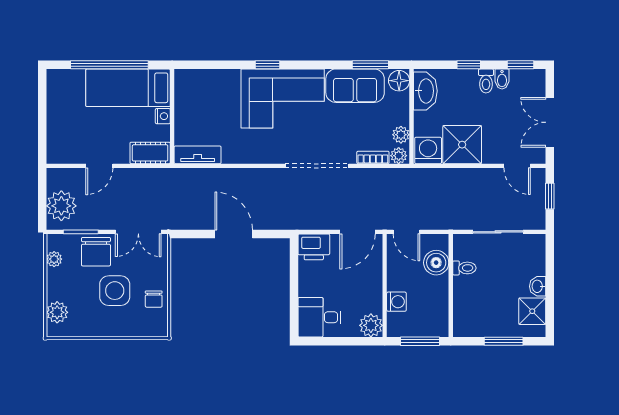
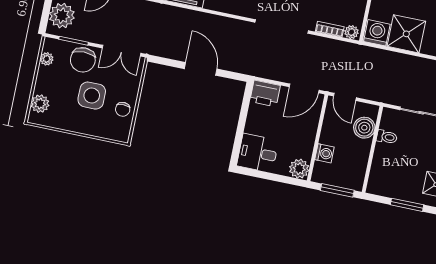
plant: (401, 135) -> (357, 15), removed

